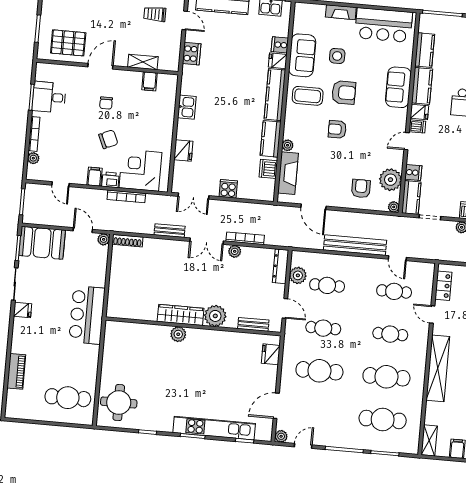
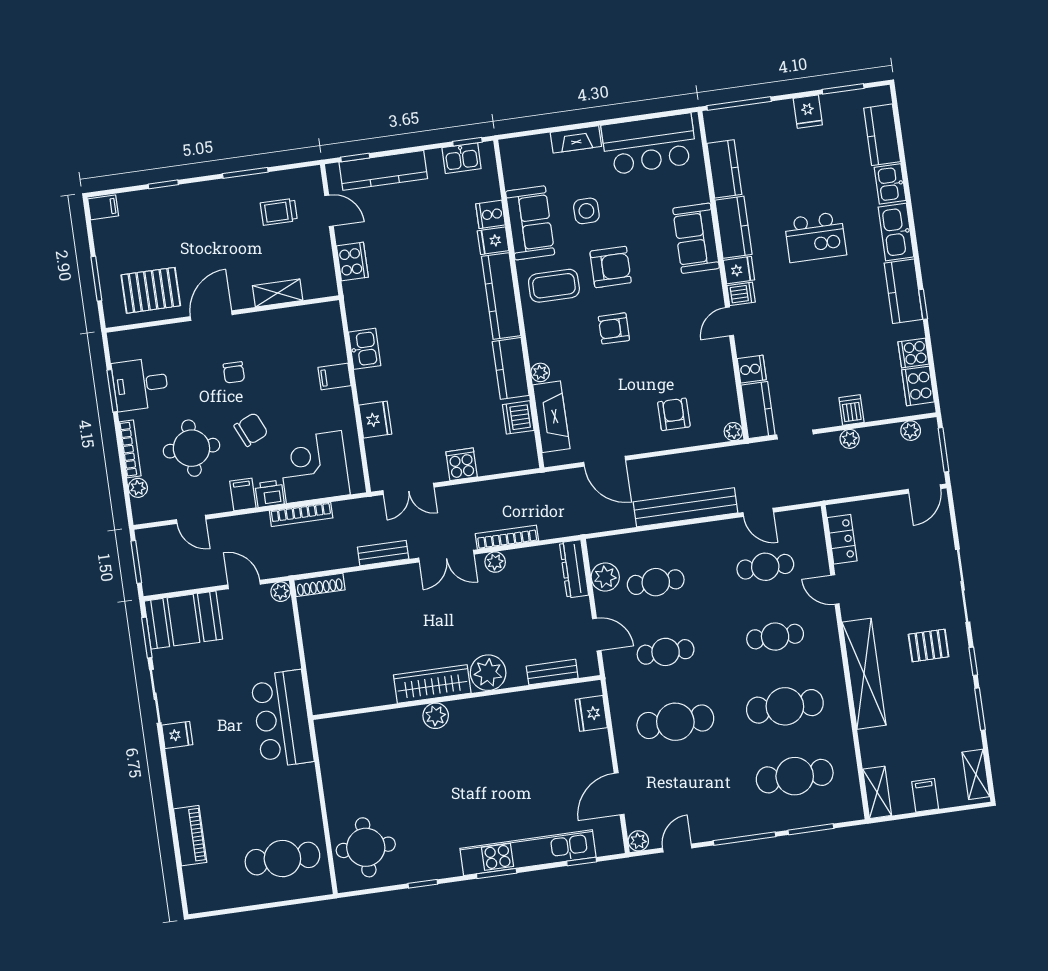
filing cabinet: (150, 81) -> (335, 377), moved, turned 90
round table: (71, 142) -> (191, 448), added
plant: (390, 180) -> (718, 389), removed

